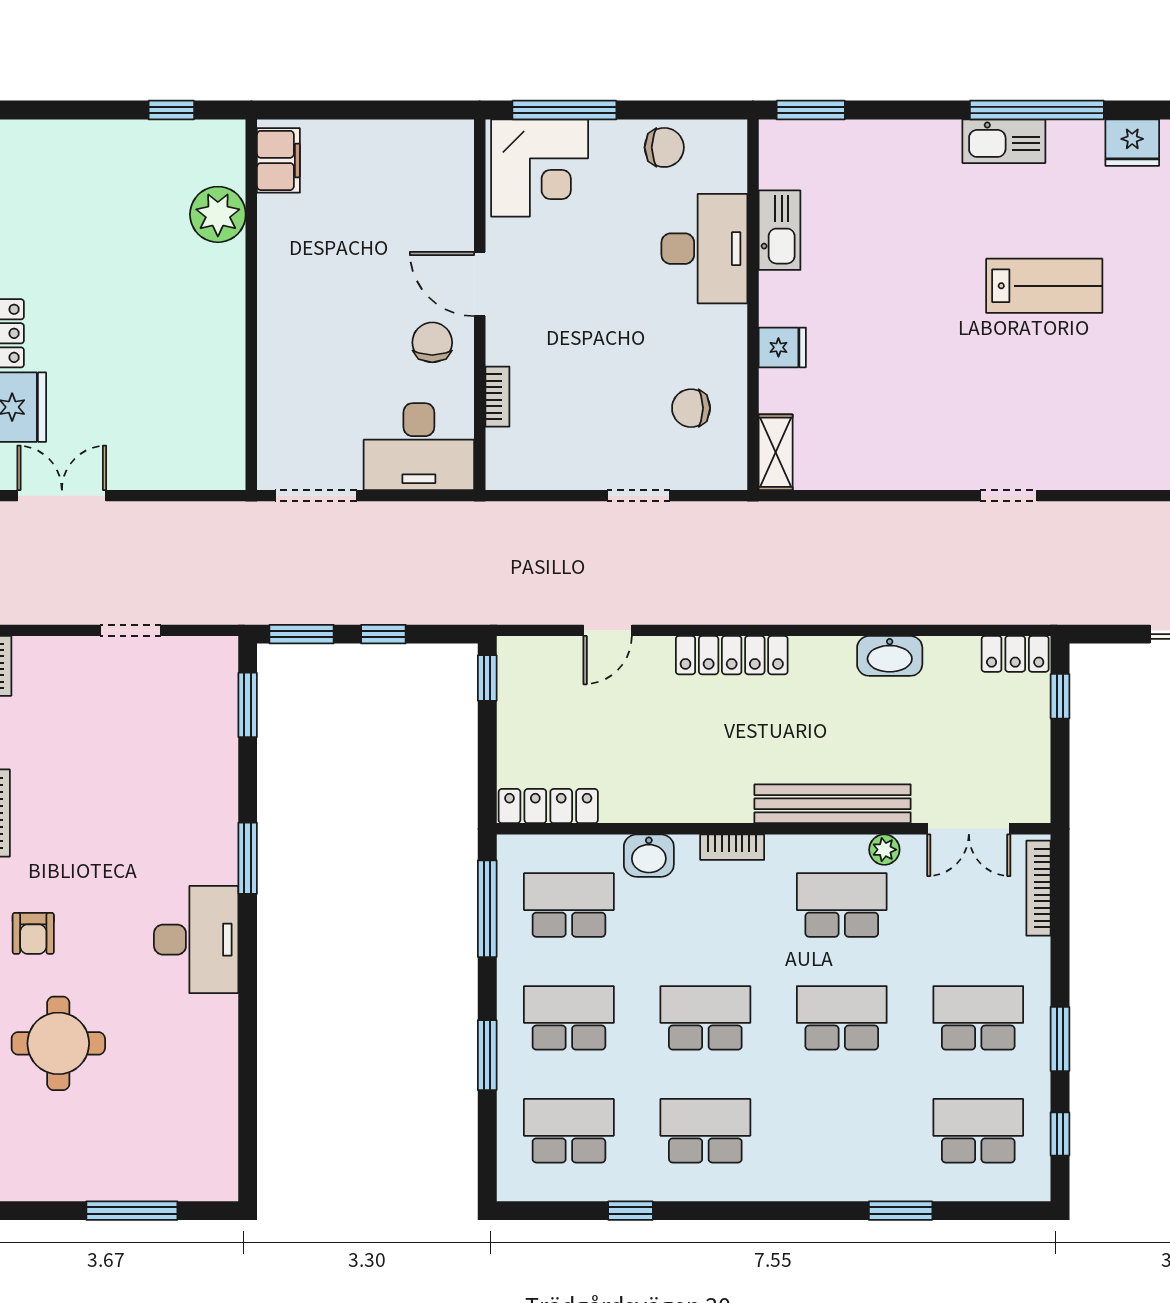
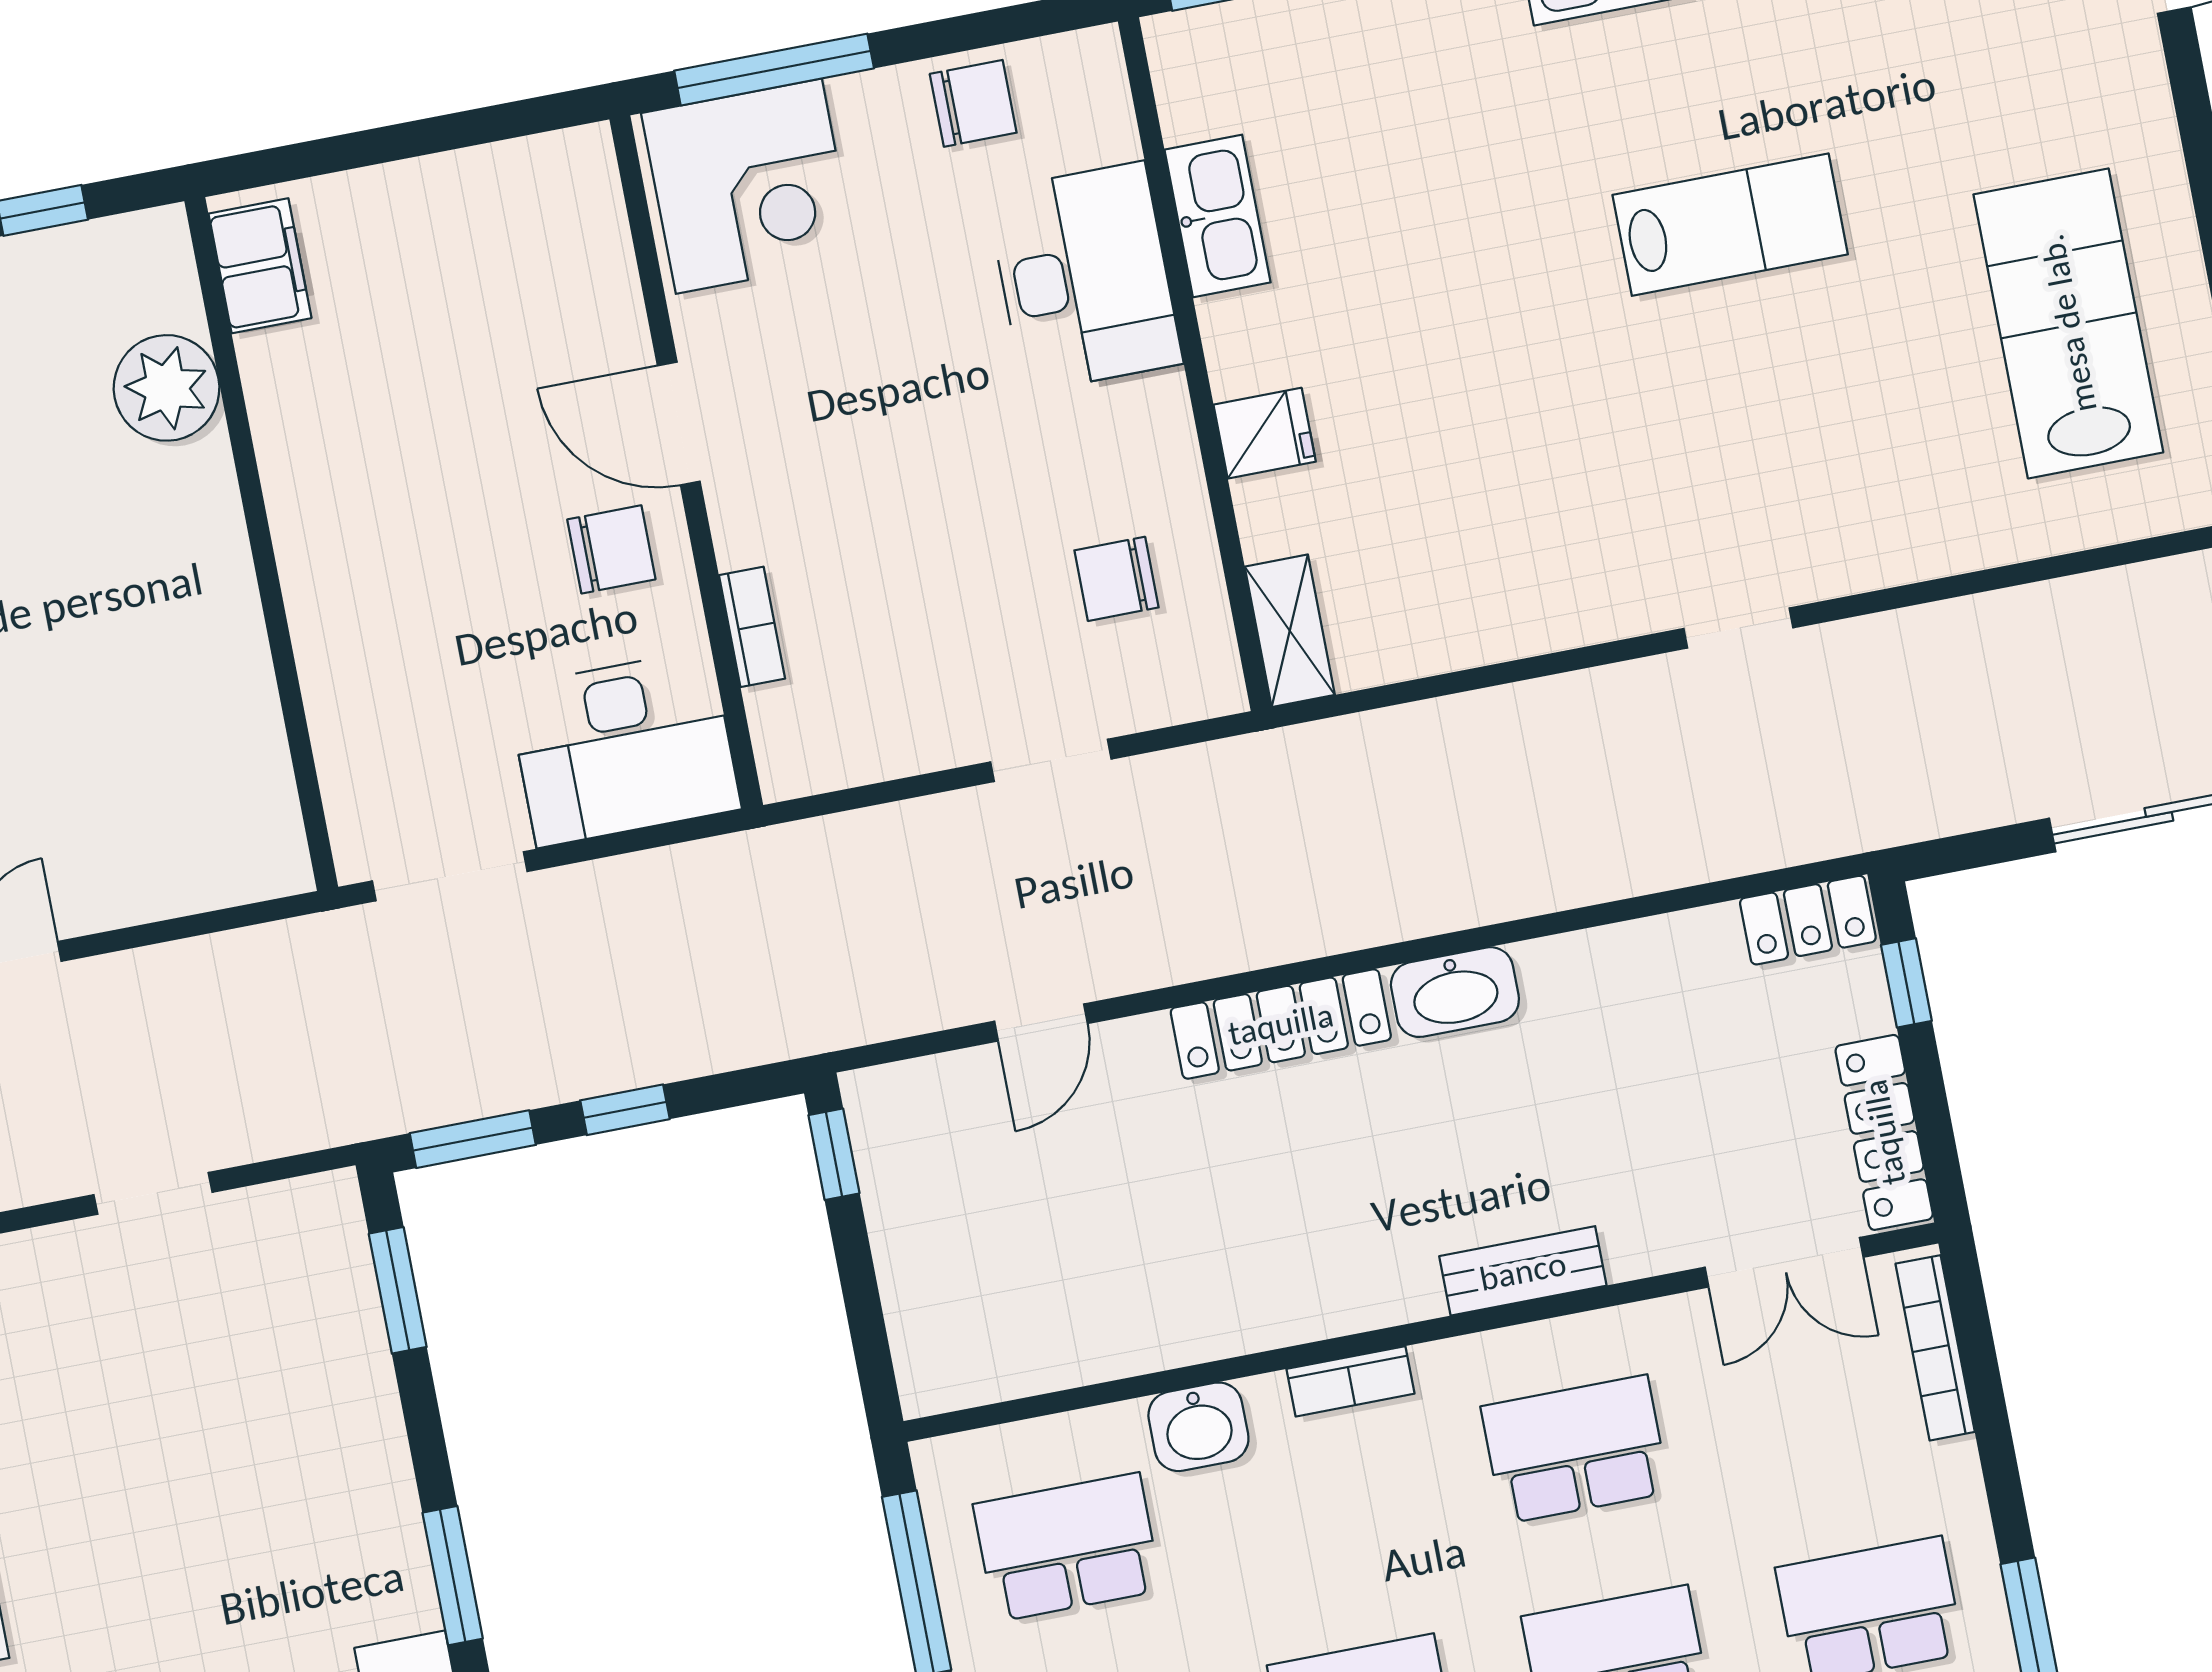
chair: (432, 342) -> (611, 549), turned 90
washbasin: (890, 656) -> (1455, 992), moved
bench: (833, 804) -> (1523, 1271), width x0.54, depth x0.82
locker: (548, 806) -> (1884, 1132), moved, turned -90
plant: (884, 850) -> (1635, 1331), removed

